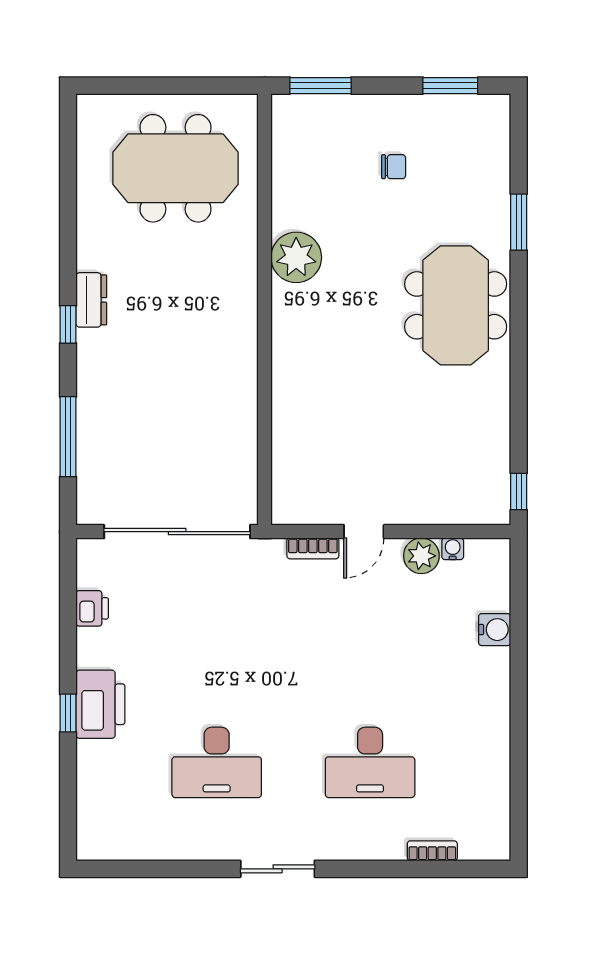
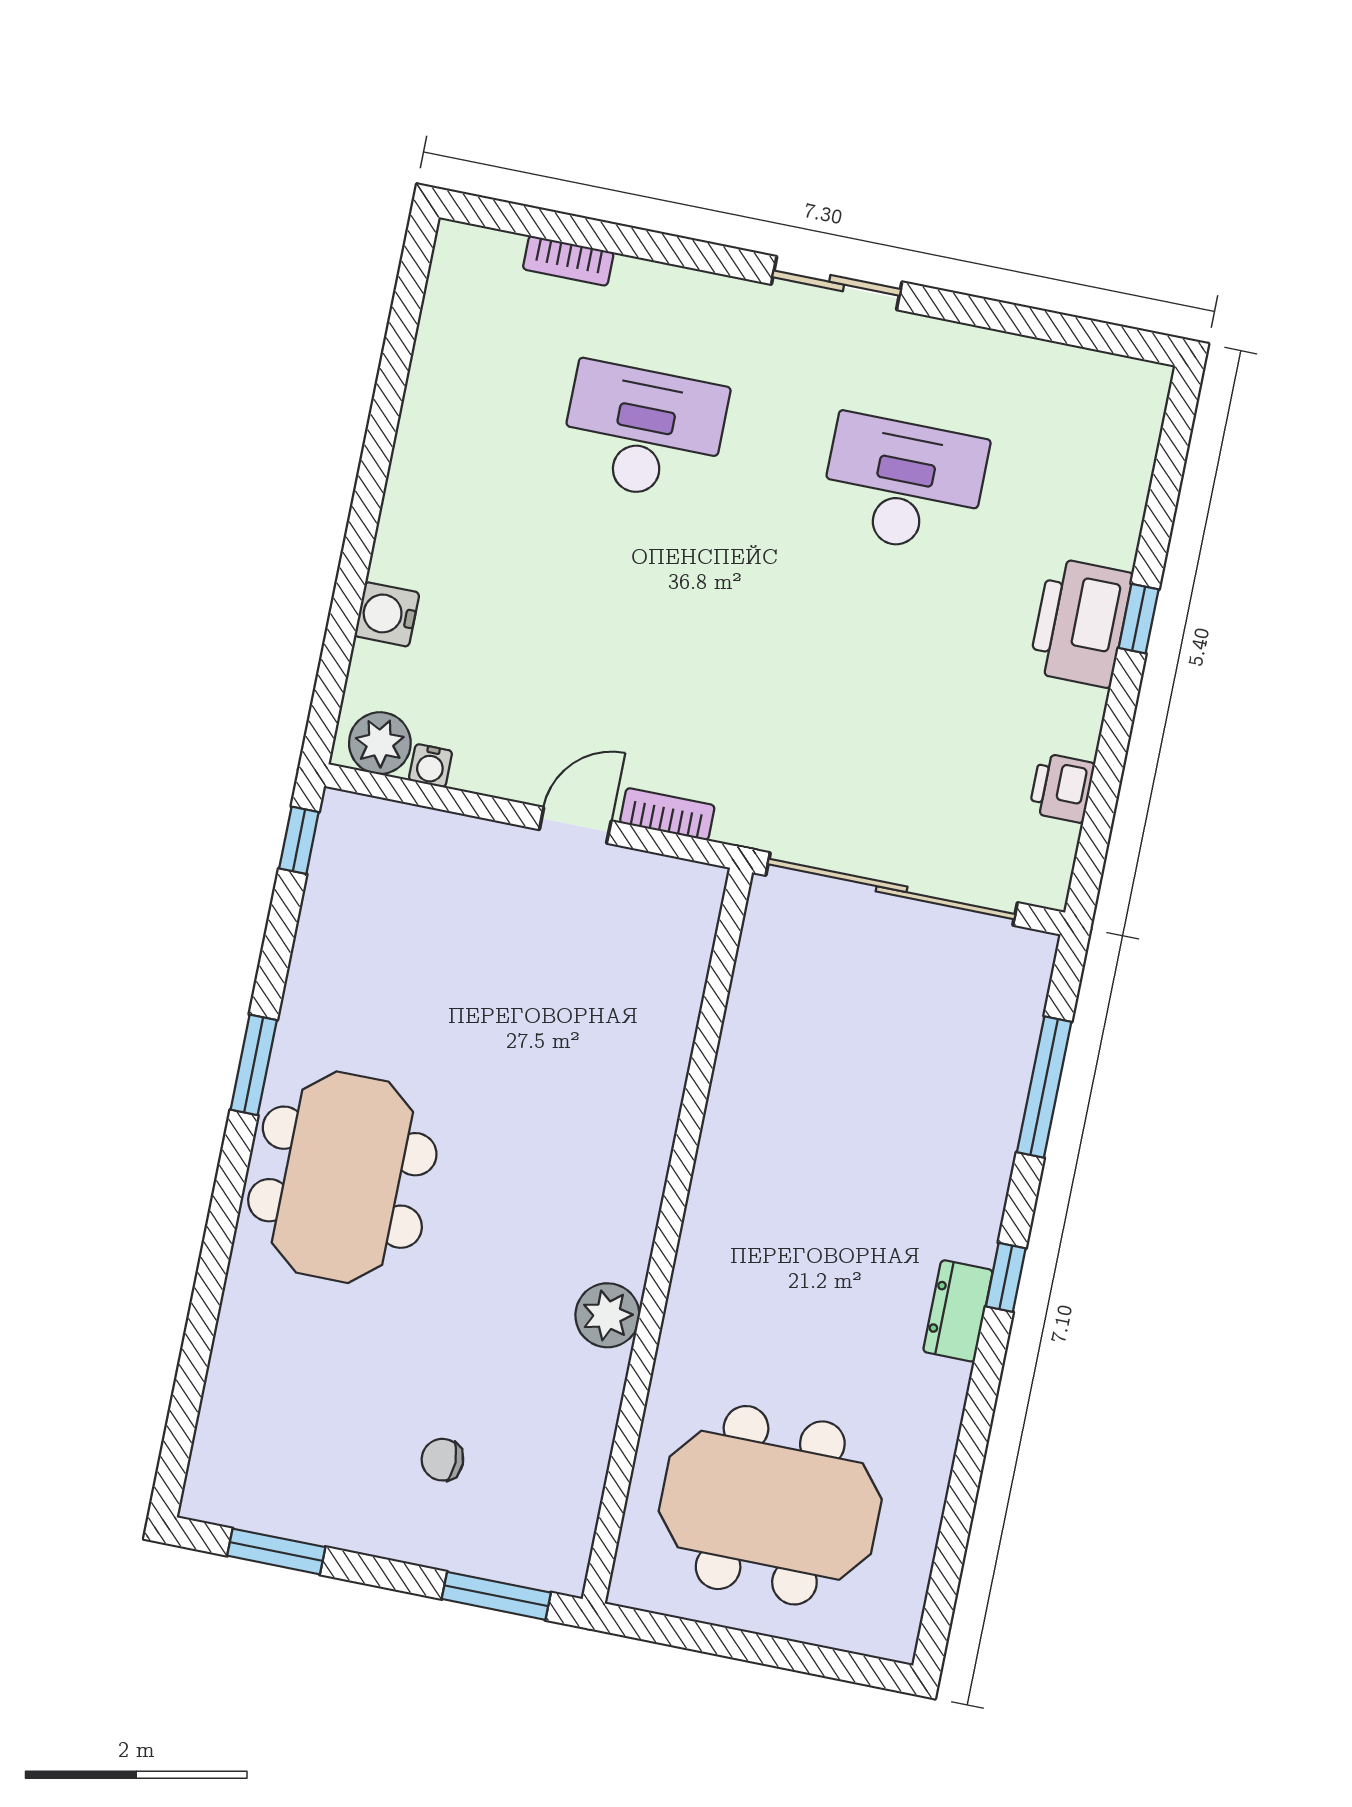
chair: (394, 167) -> (442, 1460), moved
window: (519, 222) -> (254, 1065), moved
plant: (296, 257) -> (607, 1315), width x0.73, depth x0.73
plant: (421, 556) -> (380, 743), moved

